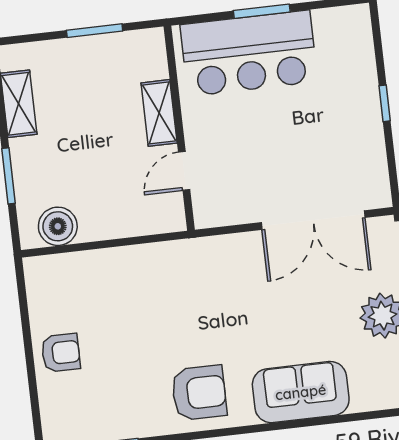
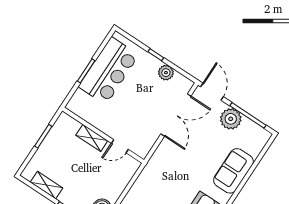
bar counter: (249, 53) -> (109, 71), moved
plant: (369, 145) -> (166, 73), added
door: (184, 171) -> (120, 146), hinge flipped

